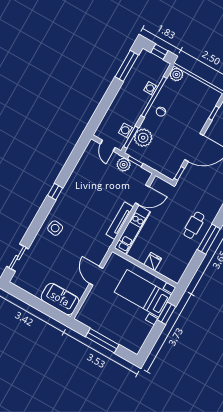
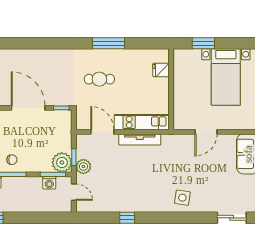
plant: (143, 138) -> (62, 162), moved
door: (108, 146) -> (74, 192), hinge flipped
window: (55, 192) -> (127, 218), moved
cafe table: (194, 225) -> (99, 79), moved
fridge: (153, 262) -> (161, 70), moved
bed with nightstands: (143, 293) -> (226, 77), moved

